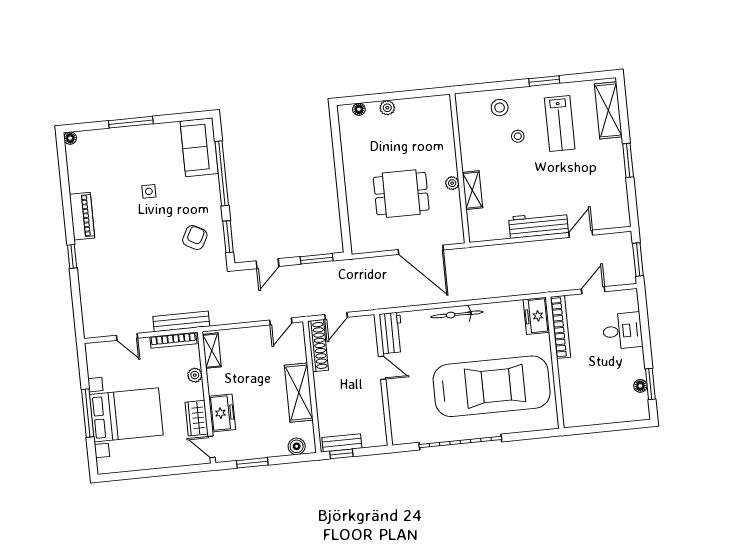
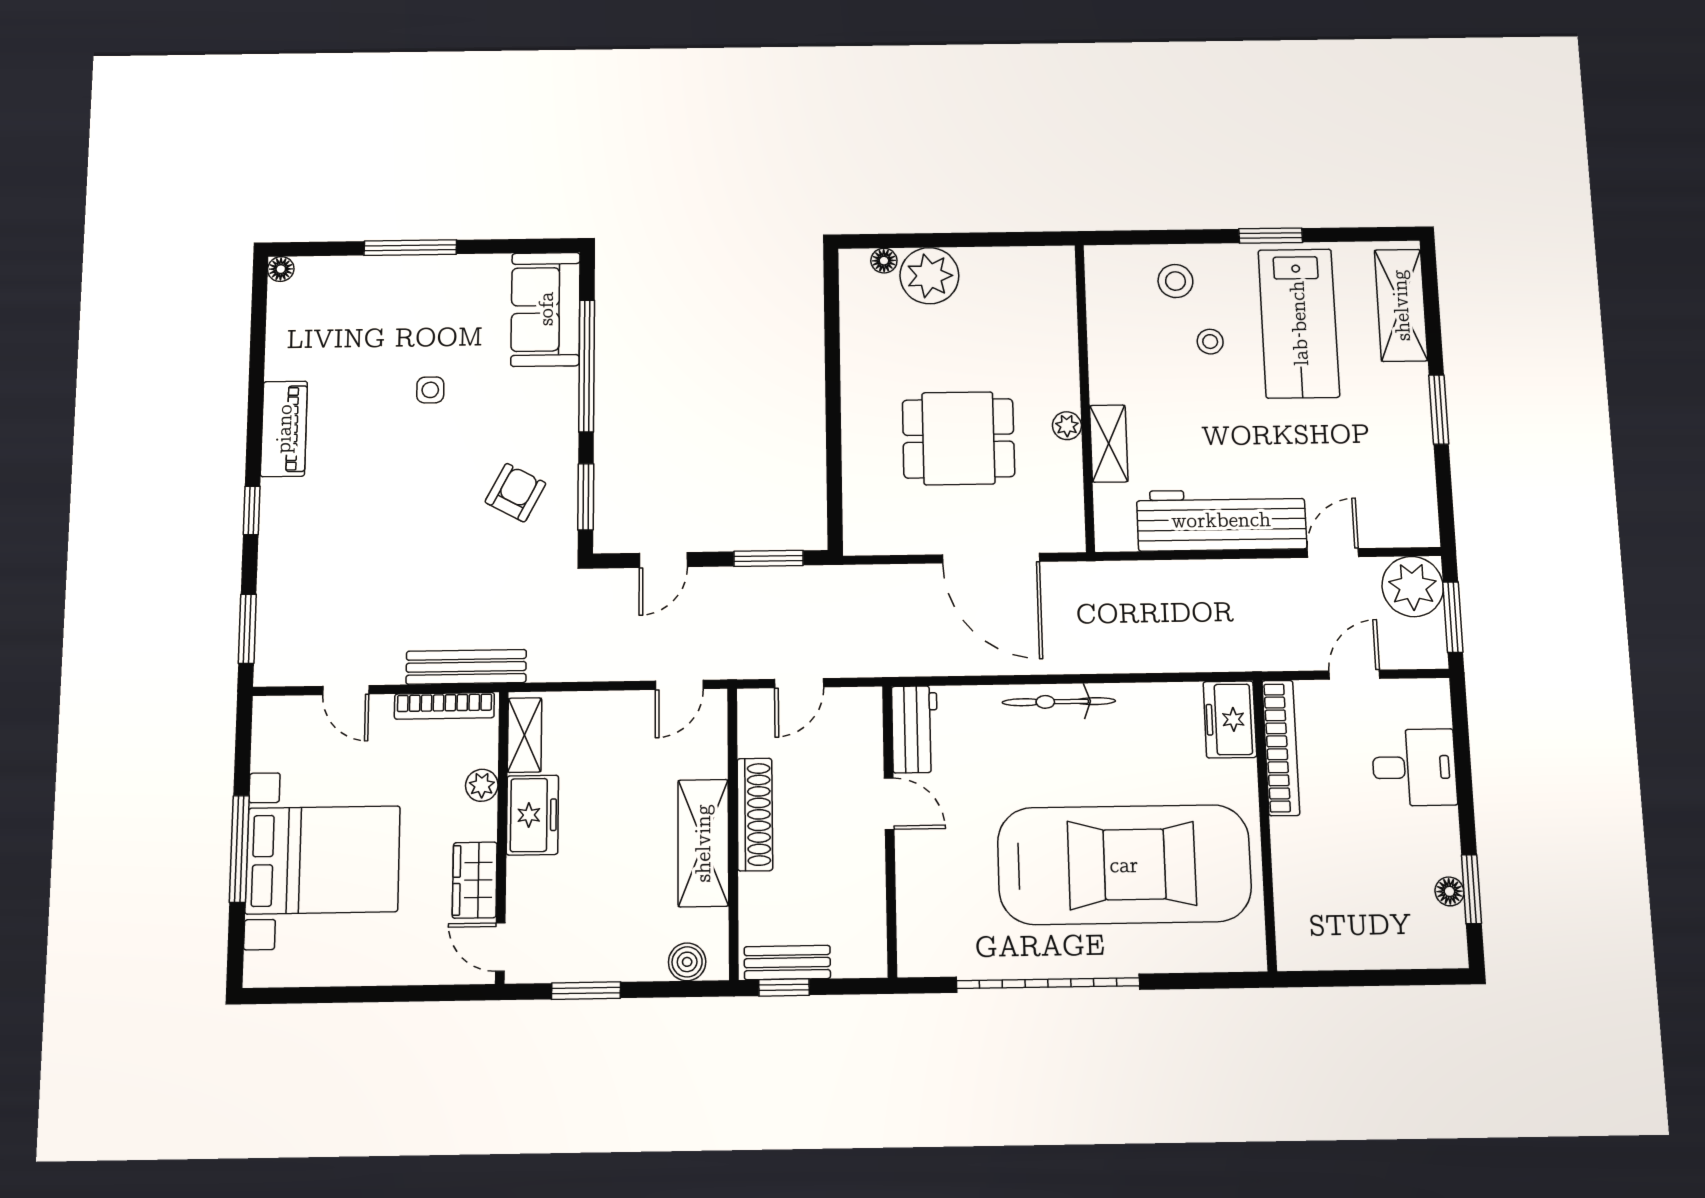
plant: (387, 108) -> (929, 276), width x1.88, depth x1.88
lab bench: (560, 124) -> (1299, 323), width x1.36, depth x1.39
workbench: (539, 225) -> (1221, 520), width x1.36, depth x1.32
plant: (619, 247) -> (1413, 587), added
window: (78, 312) -> (247, 629), added
shoe rack: (318, 346) -> (755, 814), moved
freezer: (222, 413) -> (532, 815), moved

